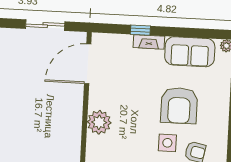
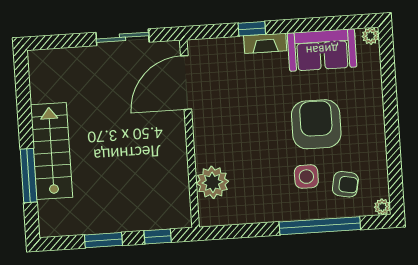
armchair: (179, 106) -> (316, 124), turned 180
plant: (99, 122) -> (212, 182), moved

